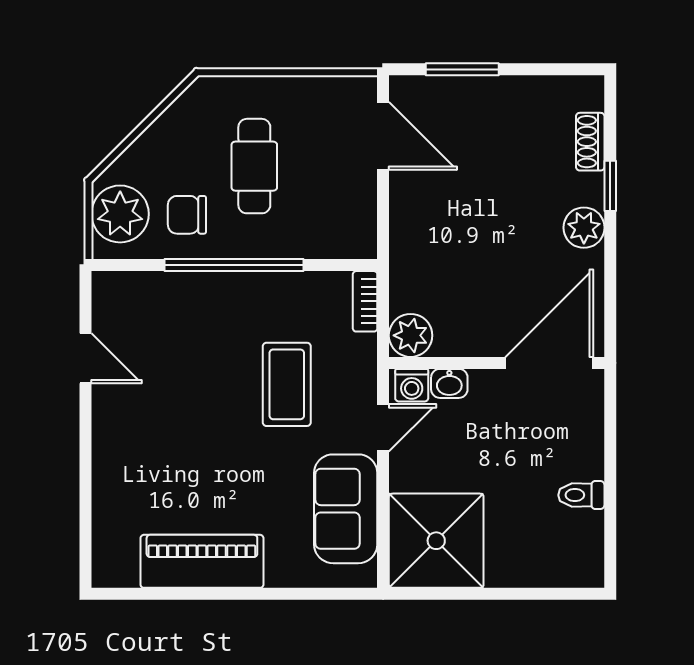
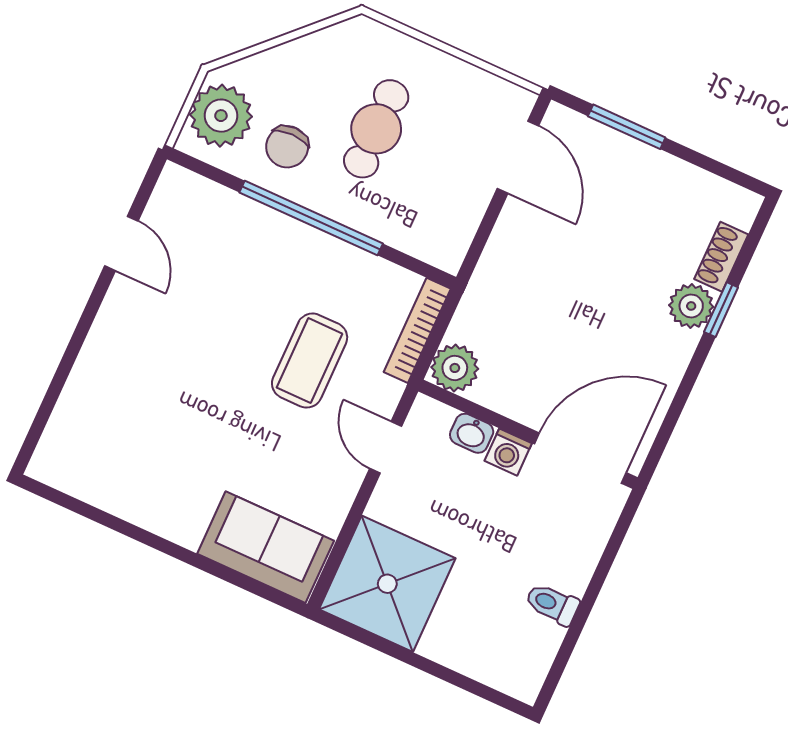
chair: (187, 215) -> (287, 147), turned -90
plant: (584, 228) -> (691, 306), moved
bookcase: (365, 301) -> (417, 330), width x1.56
washing machine: (412, 385) -> (508, 452), moved
door: (383, 428) -> (386, 447), swing flipped
sofa: (346, 509) -> (266, 547), moved, turned 90
piano: (202, 561) -> (145, 498), removed

